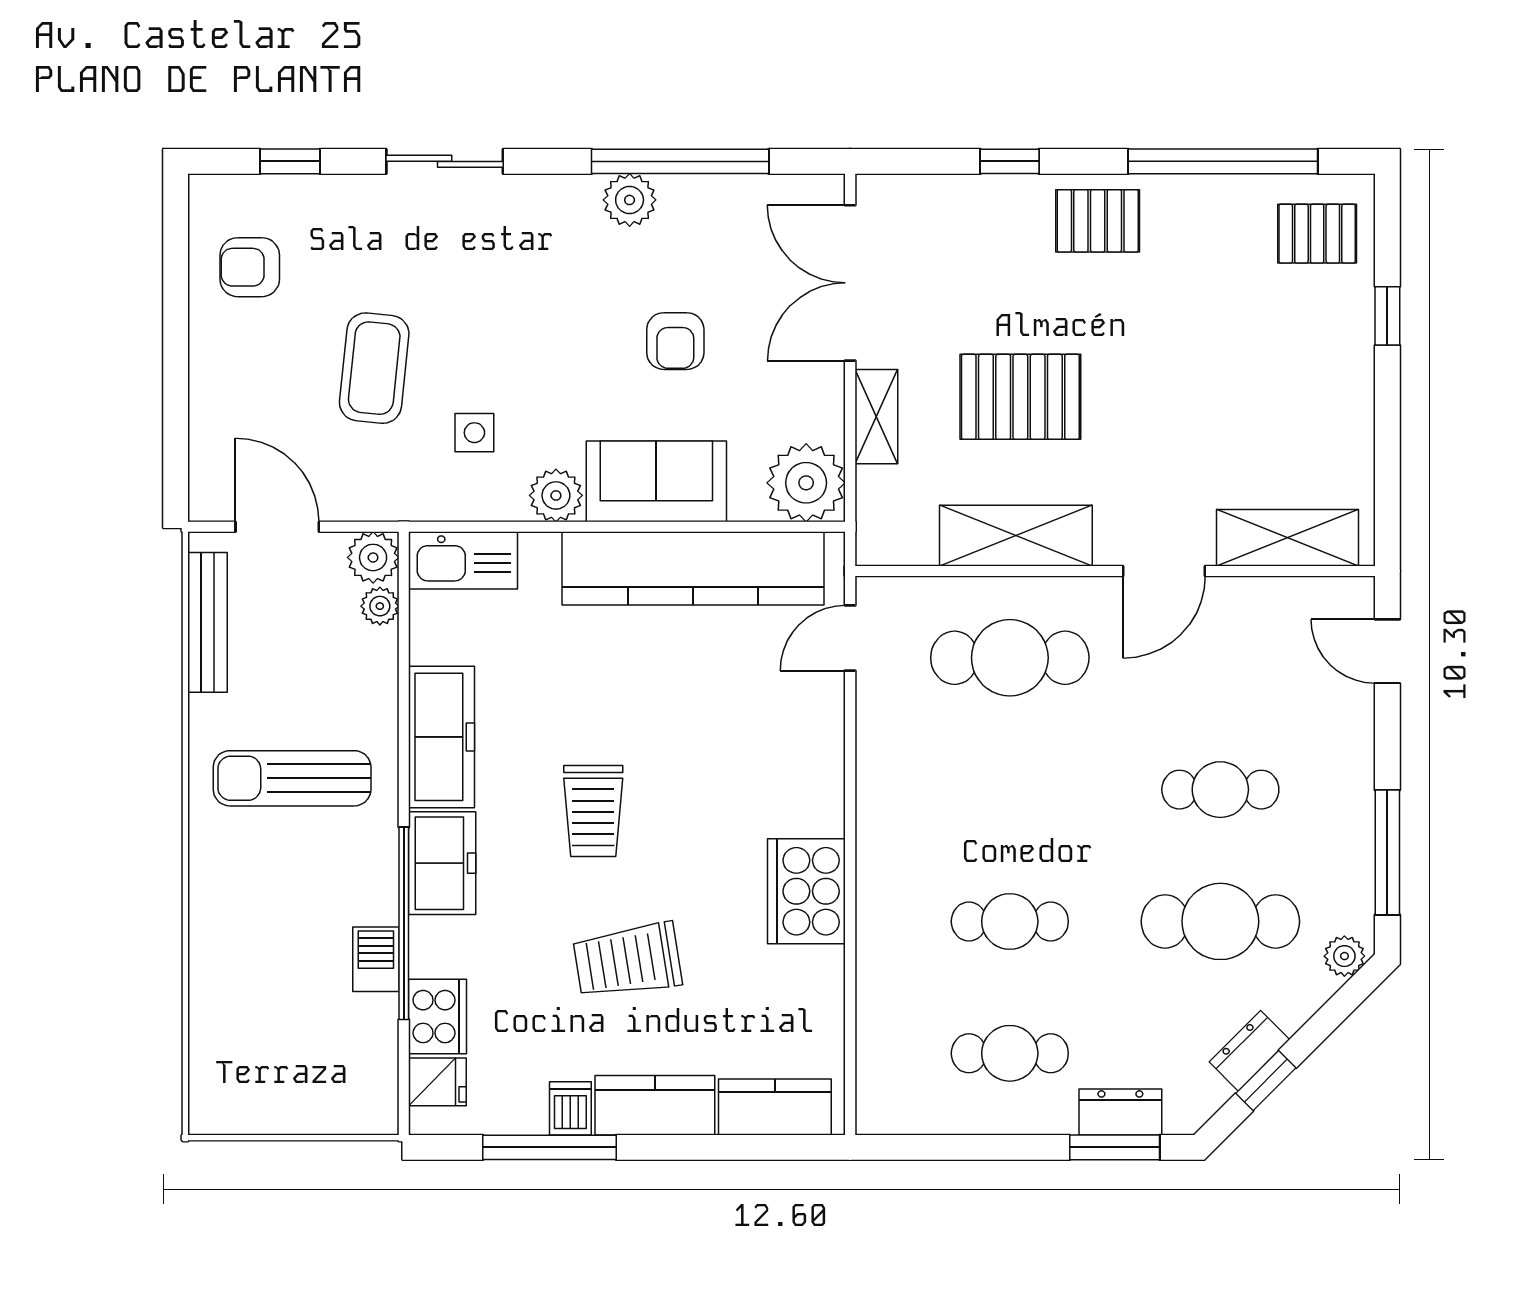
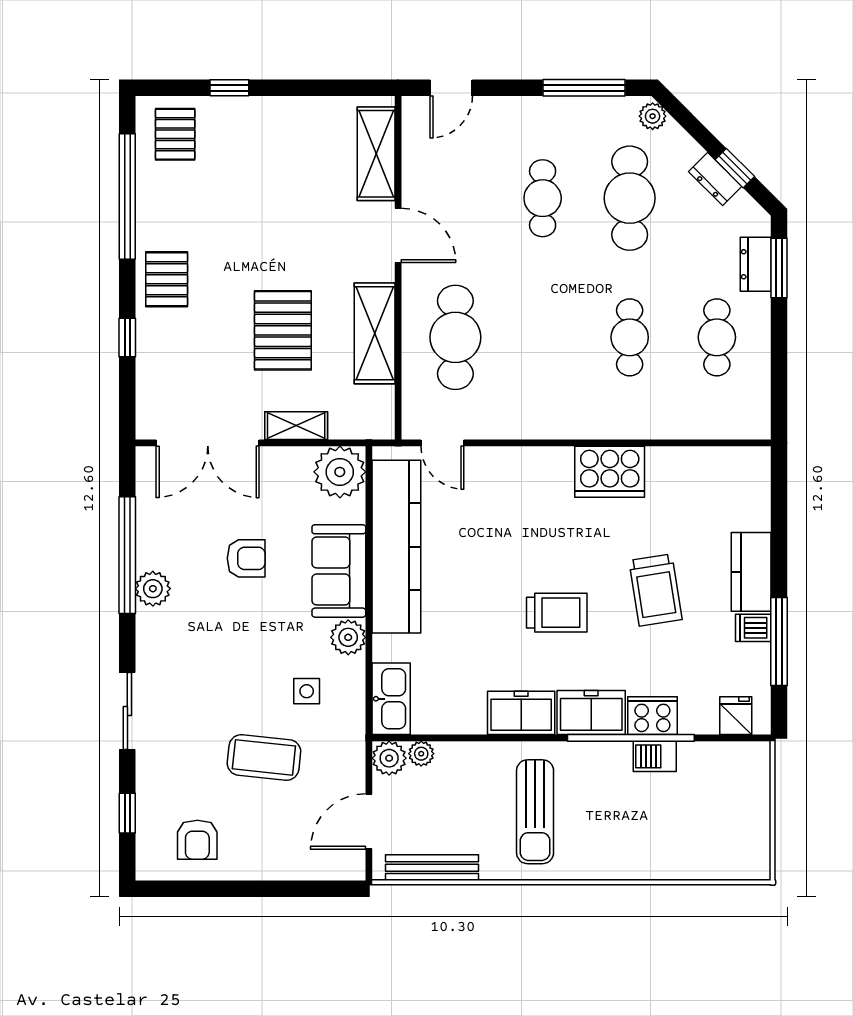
freezer: (441, 737) -> (521, 713), width x0.71
cooker: (437, 1017) -> (652, 716), moved
kitchen counter: (775, 1107) -> (752, 493), removed

